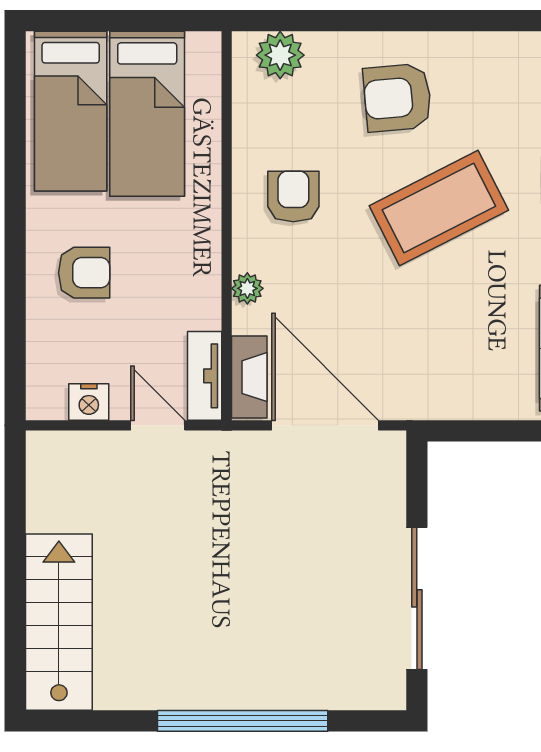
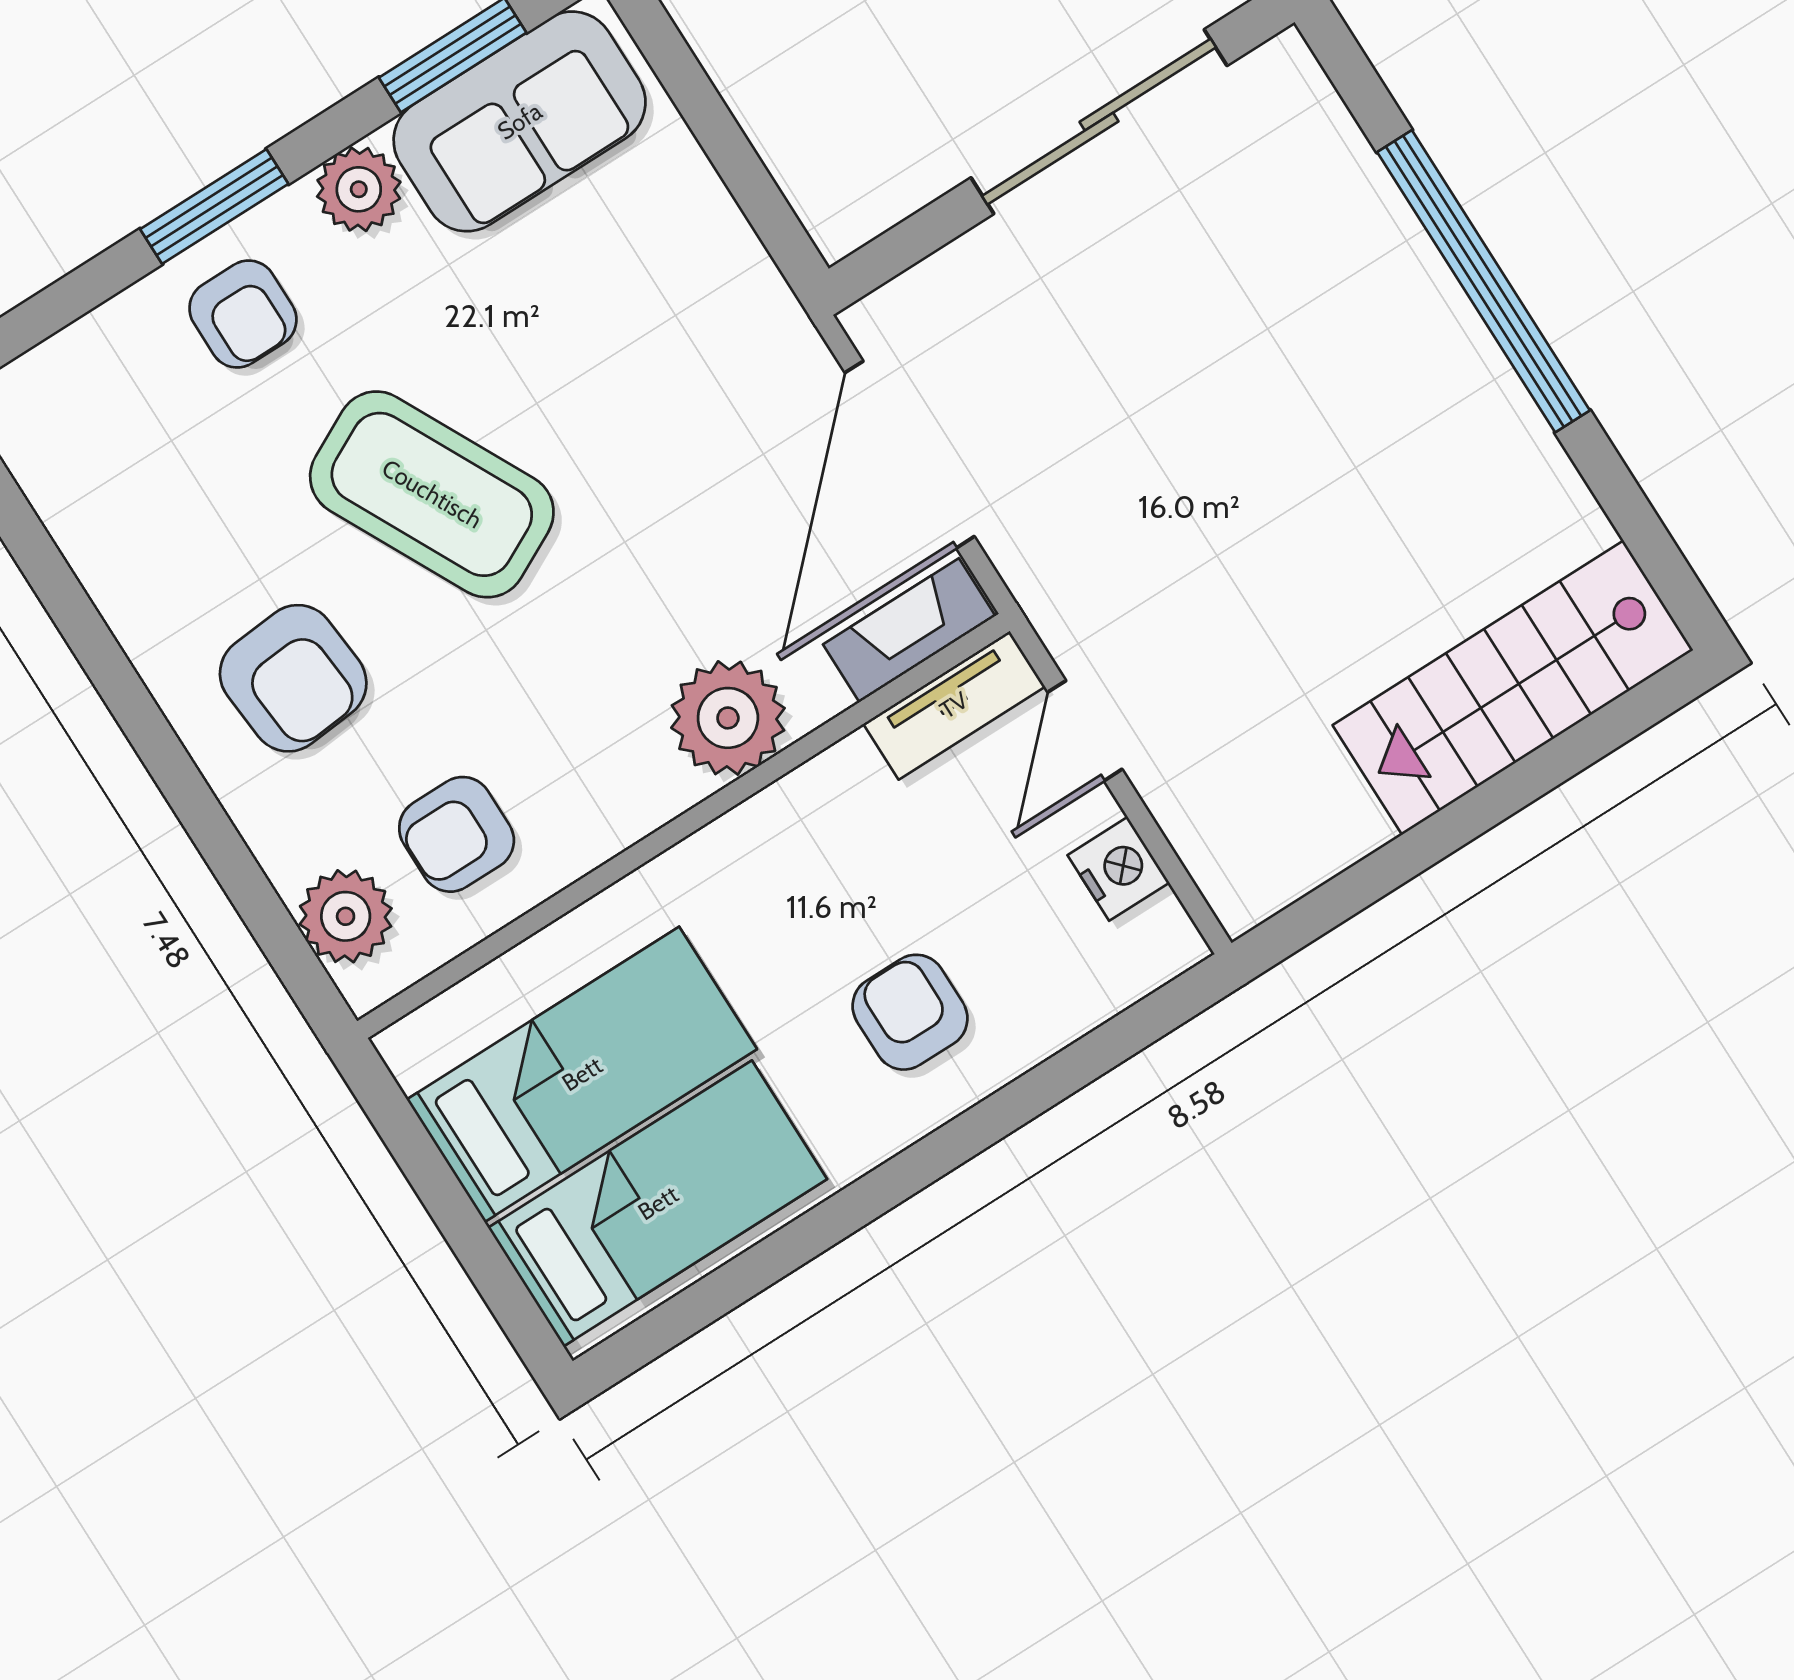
armchair: (293, 197) -> (457, 834), moved
plant: (247, 288) -> (728, 718), width x1.87, depth x1.87

